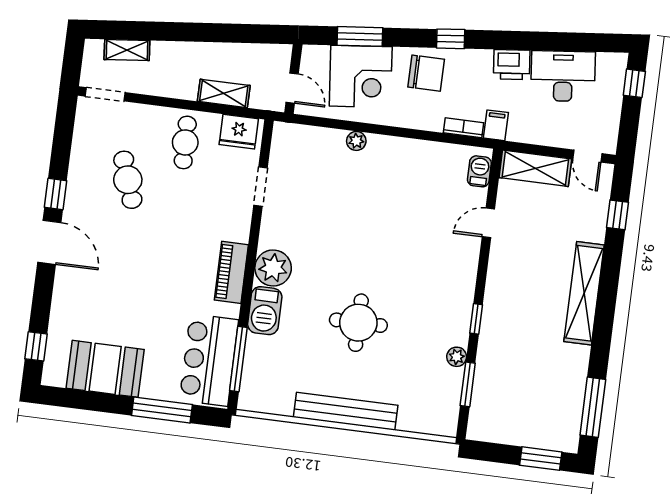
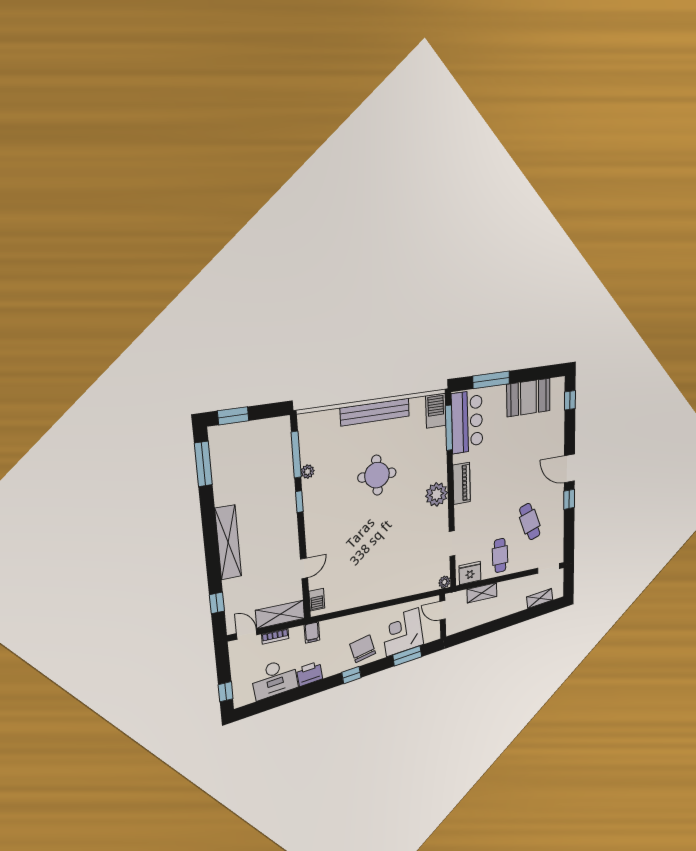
chair: (426, 73) -> (363, 649), turned 76
bookcase: (464, 128) -> (275, 636), moved
plant: (356, 141) -> (444, 582), moved
barbecue: (265, 311) -> (436, 411), moved
window: (468, 384) -> (296, 455), width x1.44

